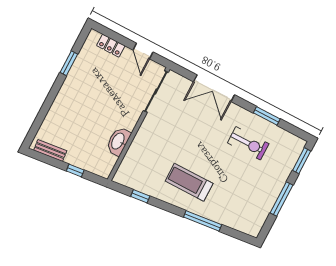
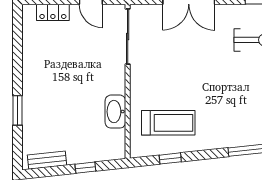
window: (69, 63) -> (18, 110), moved
treadmill: (189, 182) -> (168, 123), moved, turned 180

